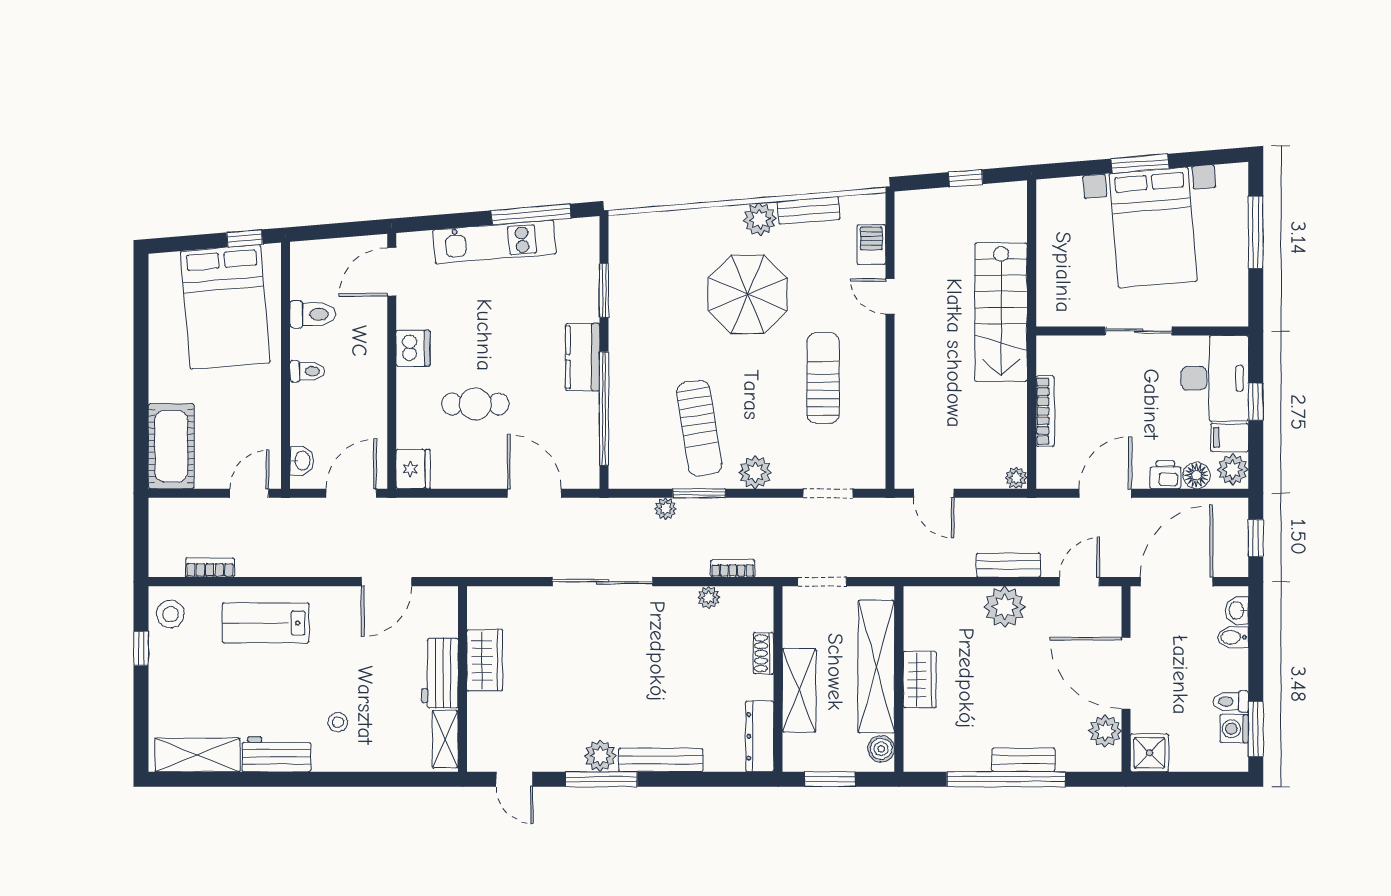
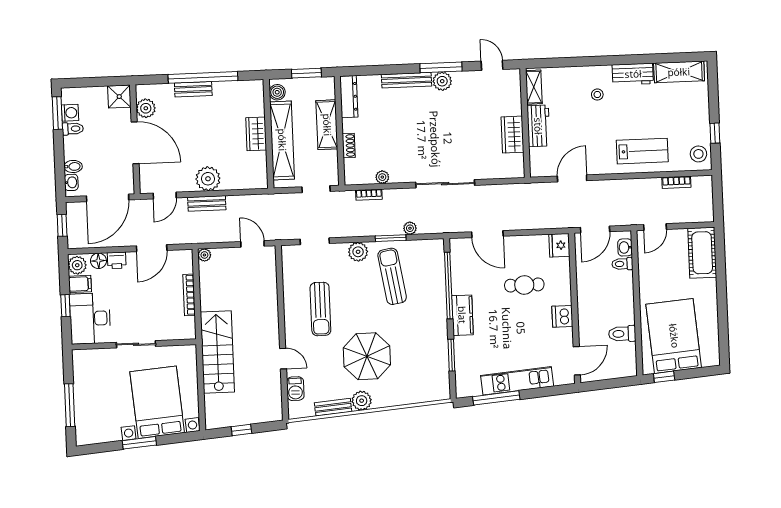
bed with nightstands: (1153, 227) -> (157, 402), moved
toilet: (307, 371) -> (622, 264), moved

